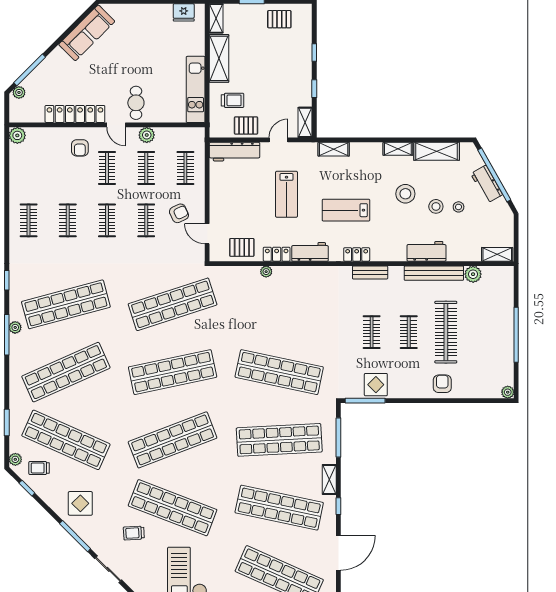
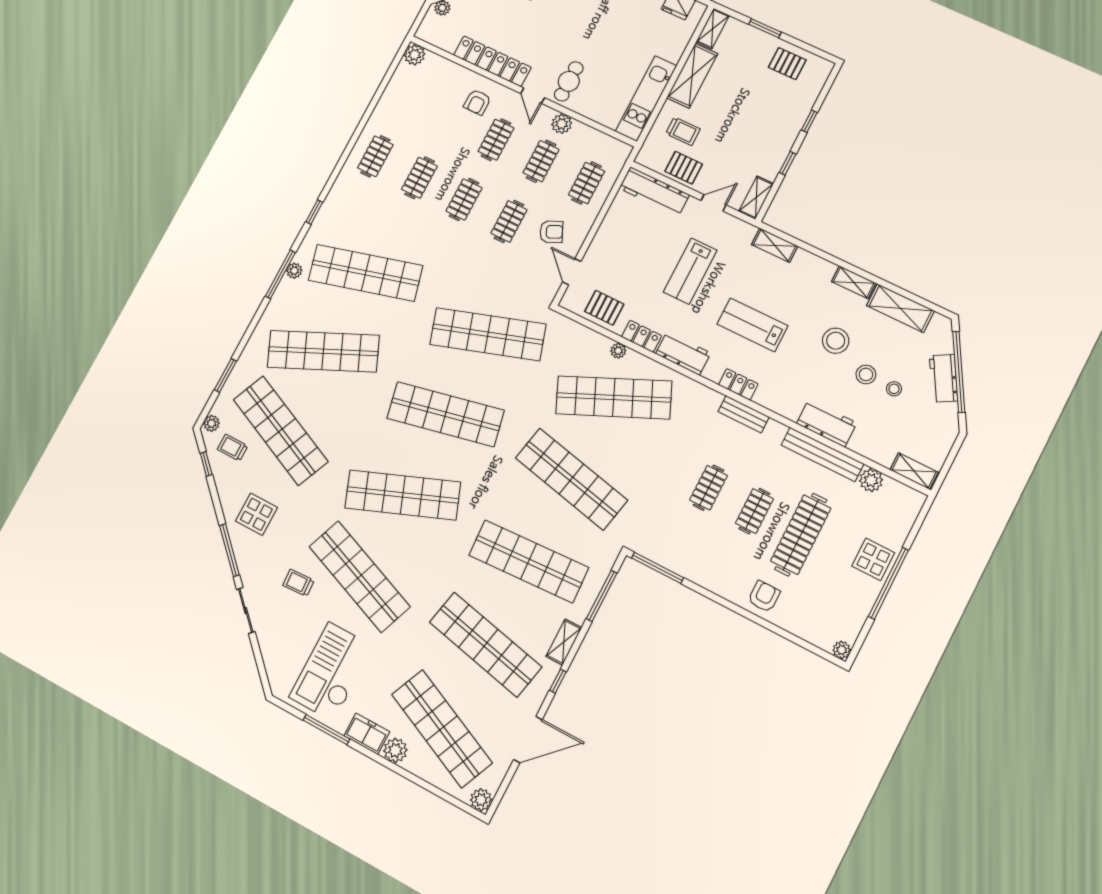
shop shelf: (279, 304) -> (614, 397), added
display table: (376, 385) -> (873, 559), moved

